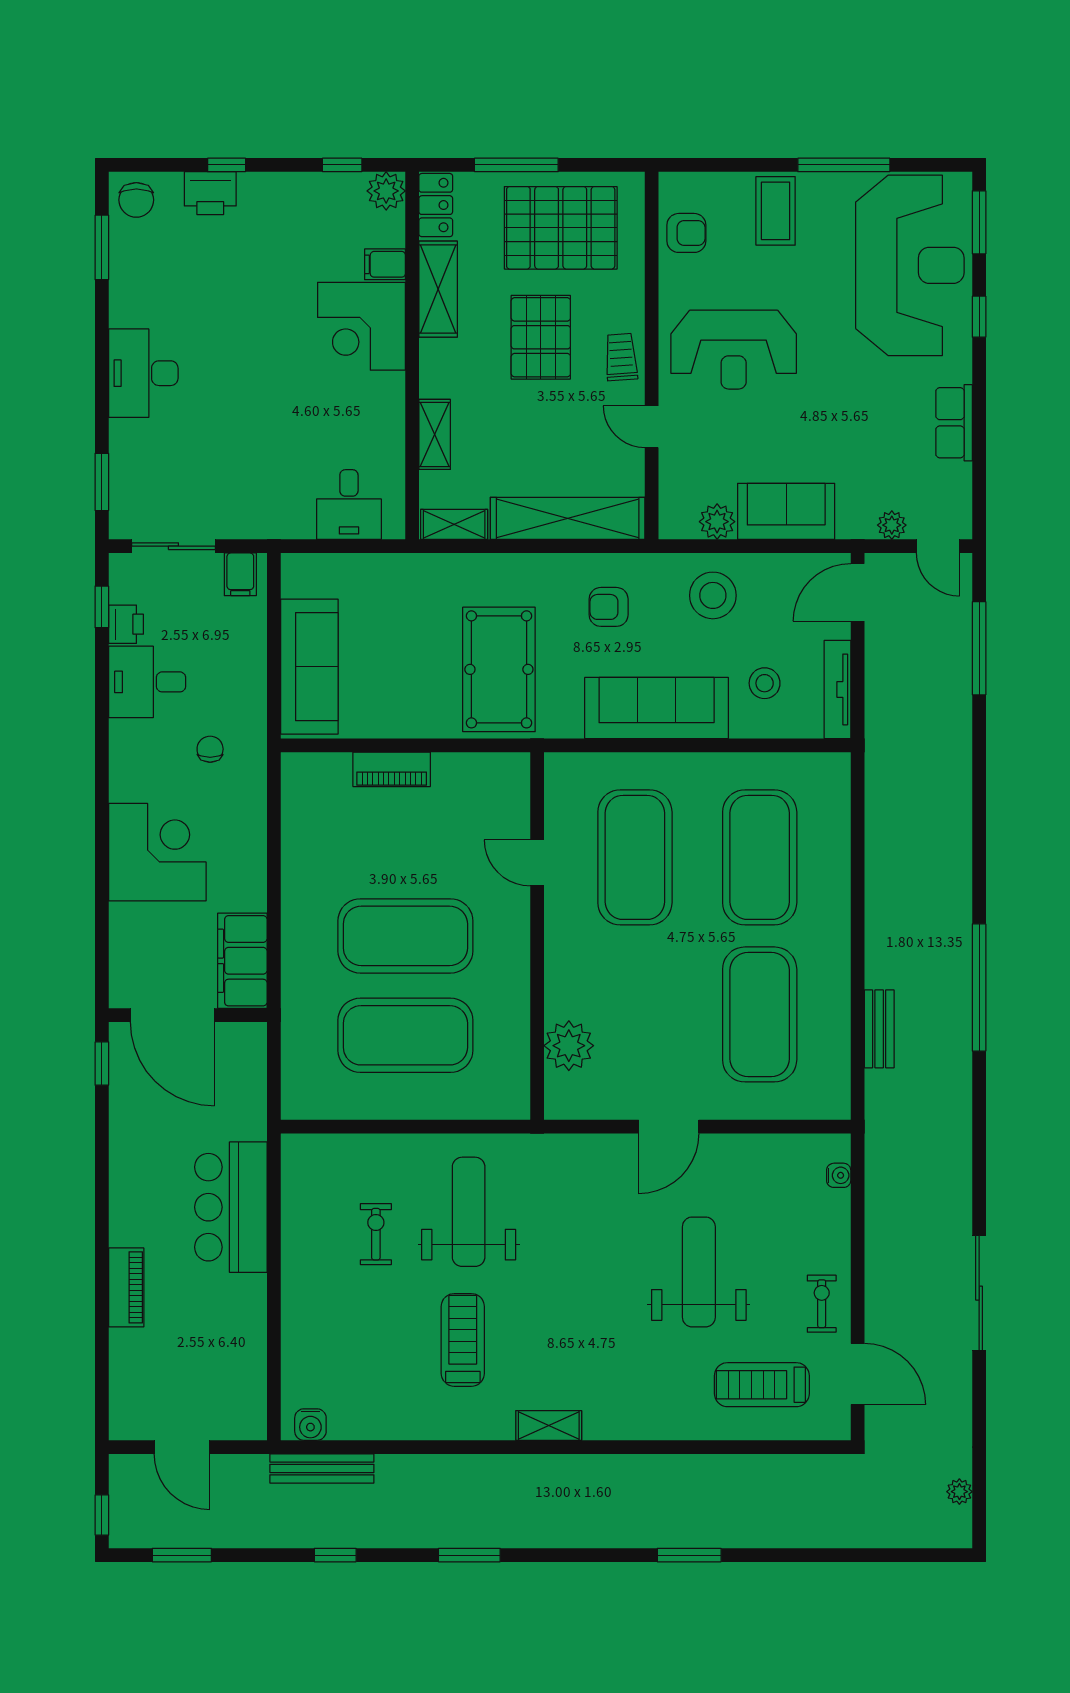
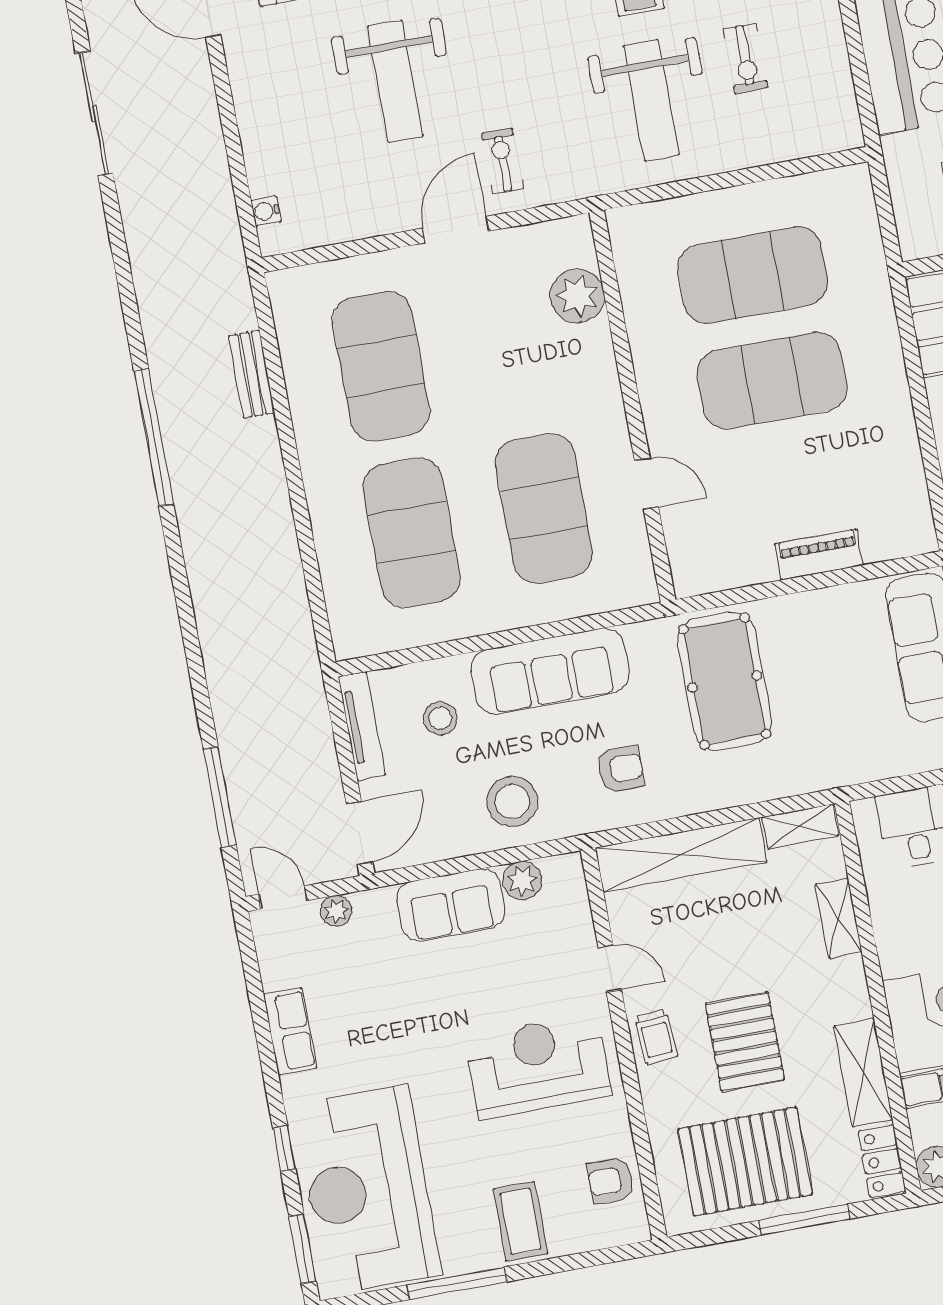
exercise bike: (822, 1304) -> (503, 161), moved, turned 180

